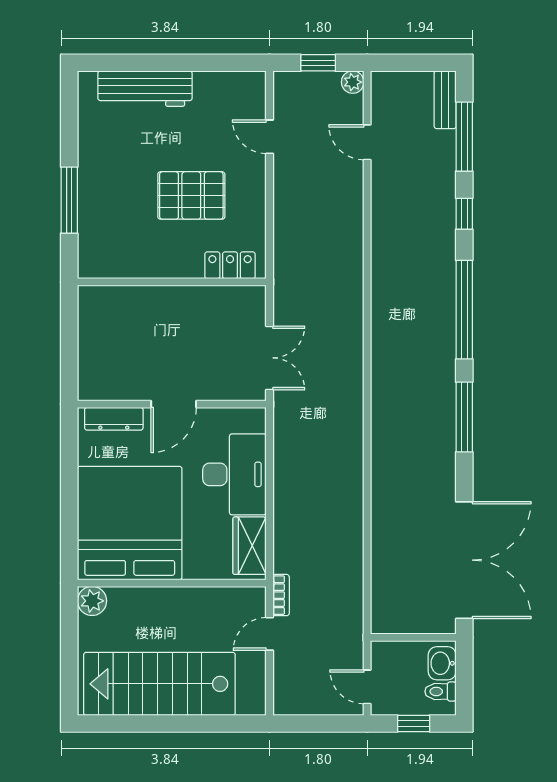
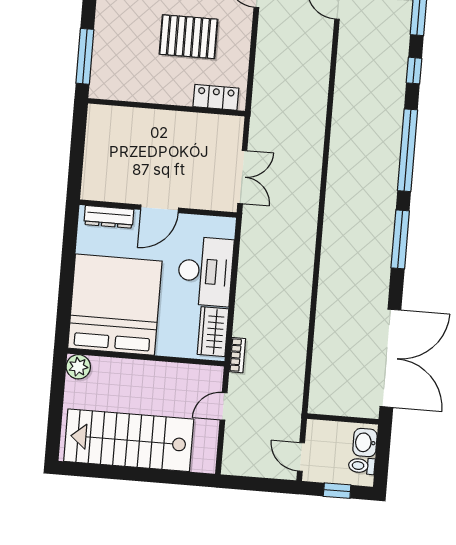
window: (69, 200) -> (85, 56), moved
bookcase: (281, 595) -> (237, 355), moved

